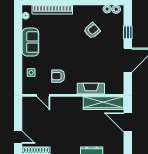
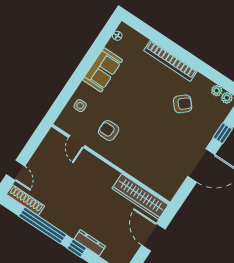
bookcase: (52, 10) -> (170, 61), moved
fireplace: (91, 89) -> (137, 170), removed

